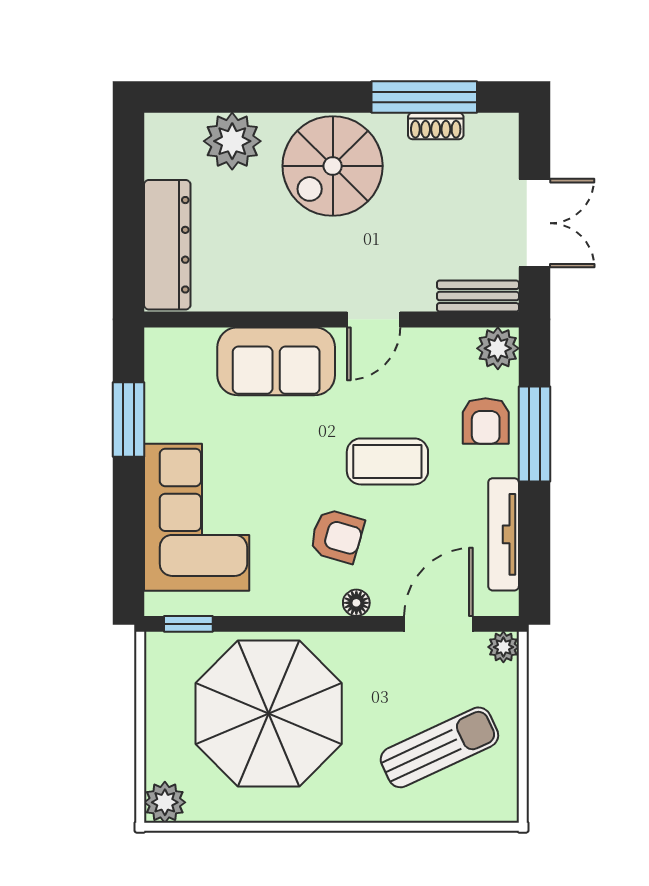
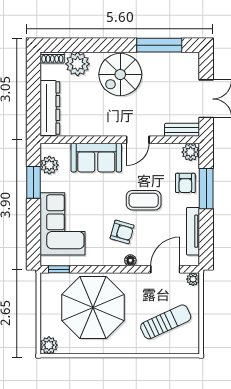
shoe rack: (436, 126) -> (52, 57), moved
plant: (166, 379) -> (49, 165), added

